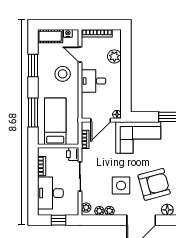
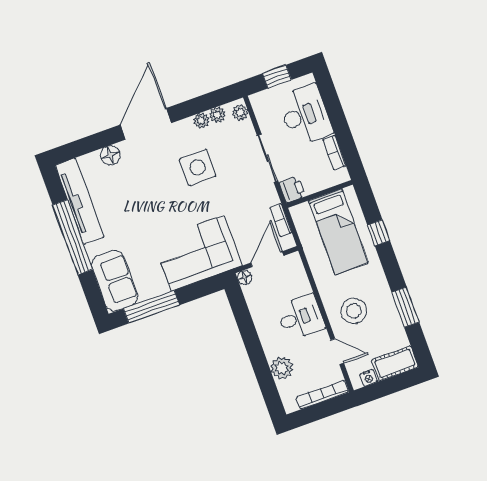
window: (33, 112) -> (379, 233), width x0.46
armchair: (154, 184) -> (146, 188), removed

